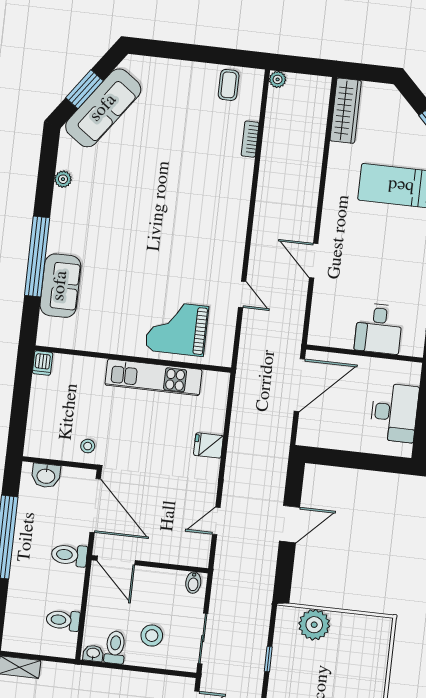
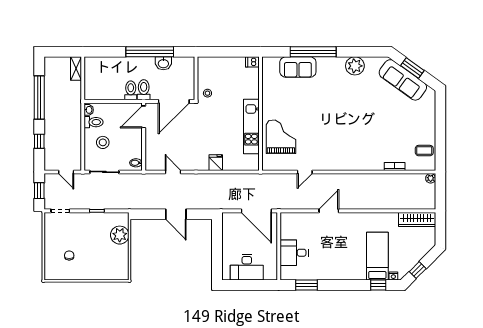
plant: (63, 179) -> (355, 66), width x1.88, depth x1.88
washbasin: (46, 476) -> (163, 63), moved, turned -90
toilet: (63, 620) -> (131, 90), moved

